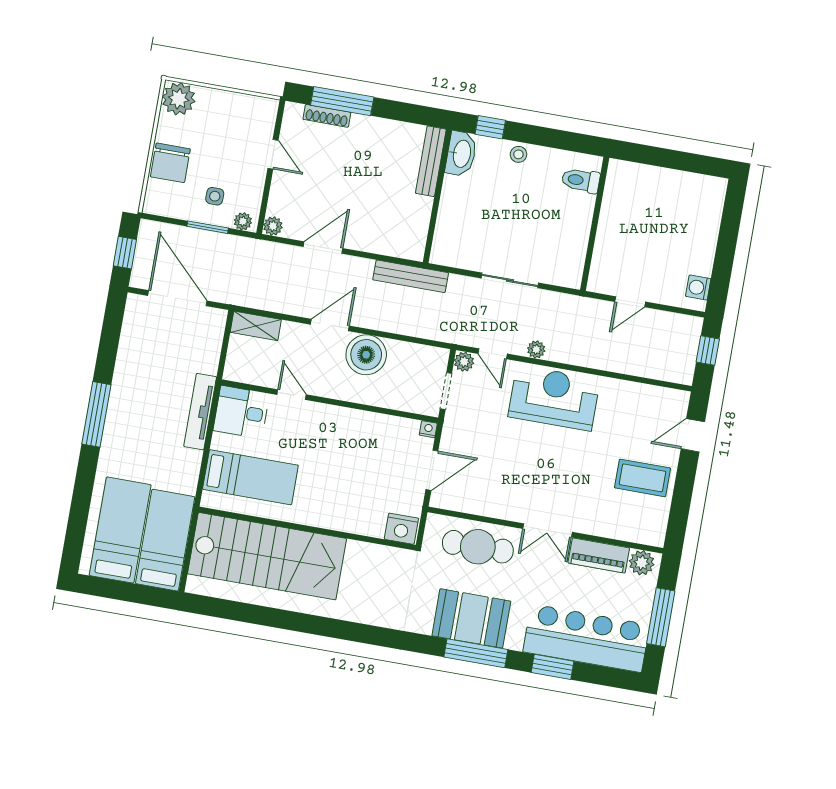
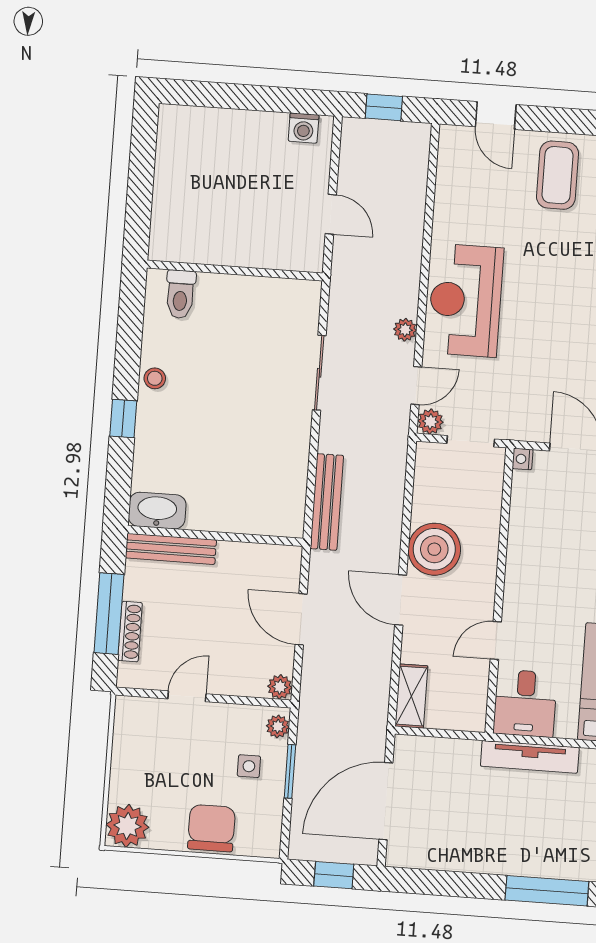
washbasin: (461, 154) -> (157, 511), moved
bench: (431, 161) -> (171, 549), moved
chair: (170, 163) -> (211, 828), turned -90
wall: (437, 196) -> (215, 536), moved

